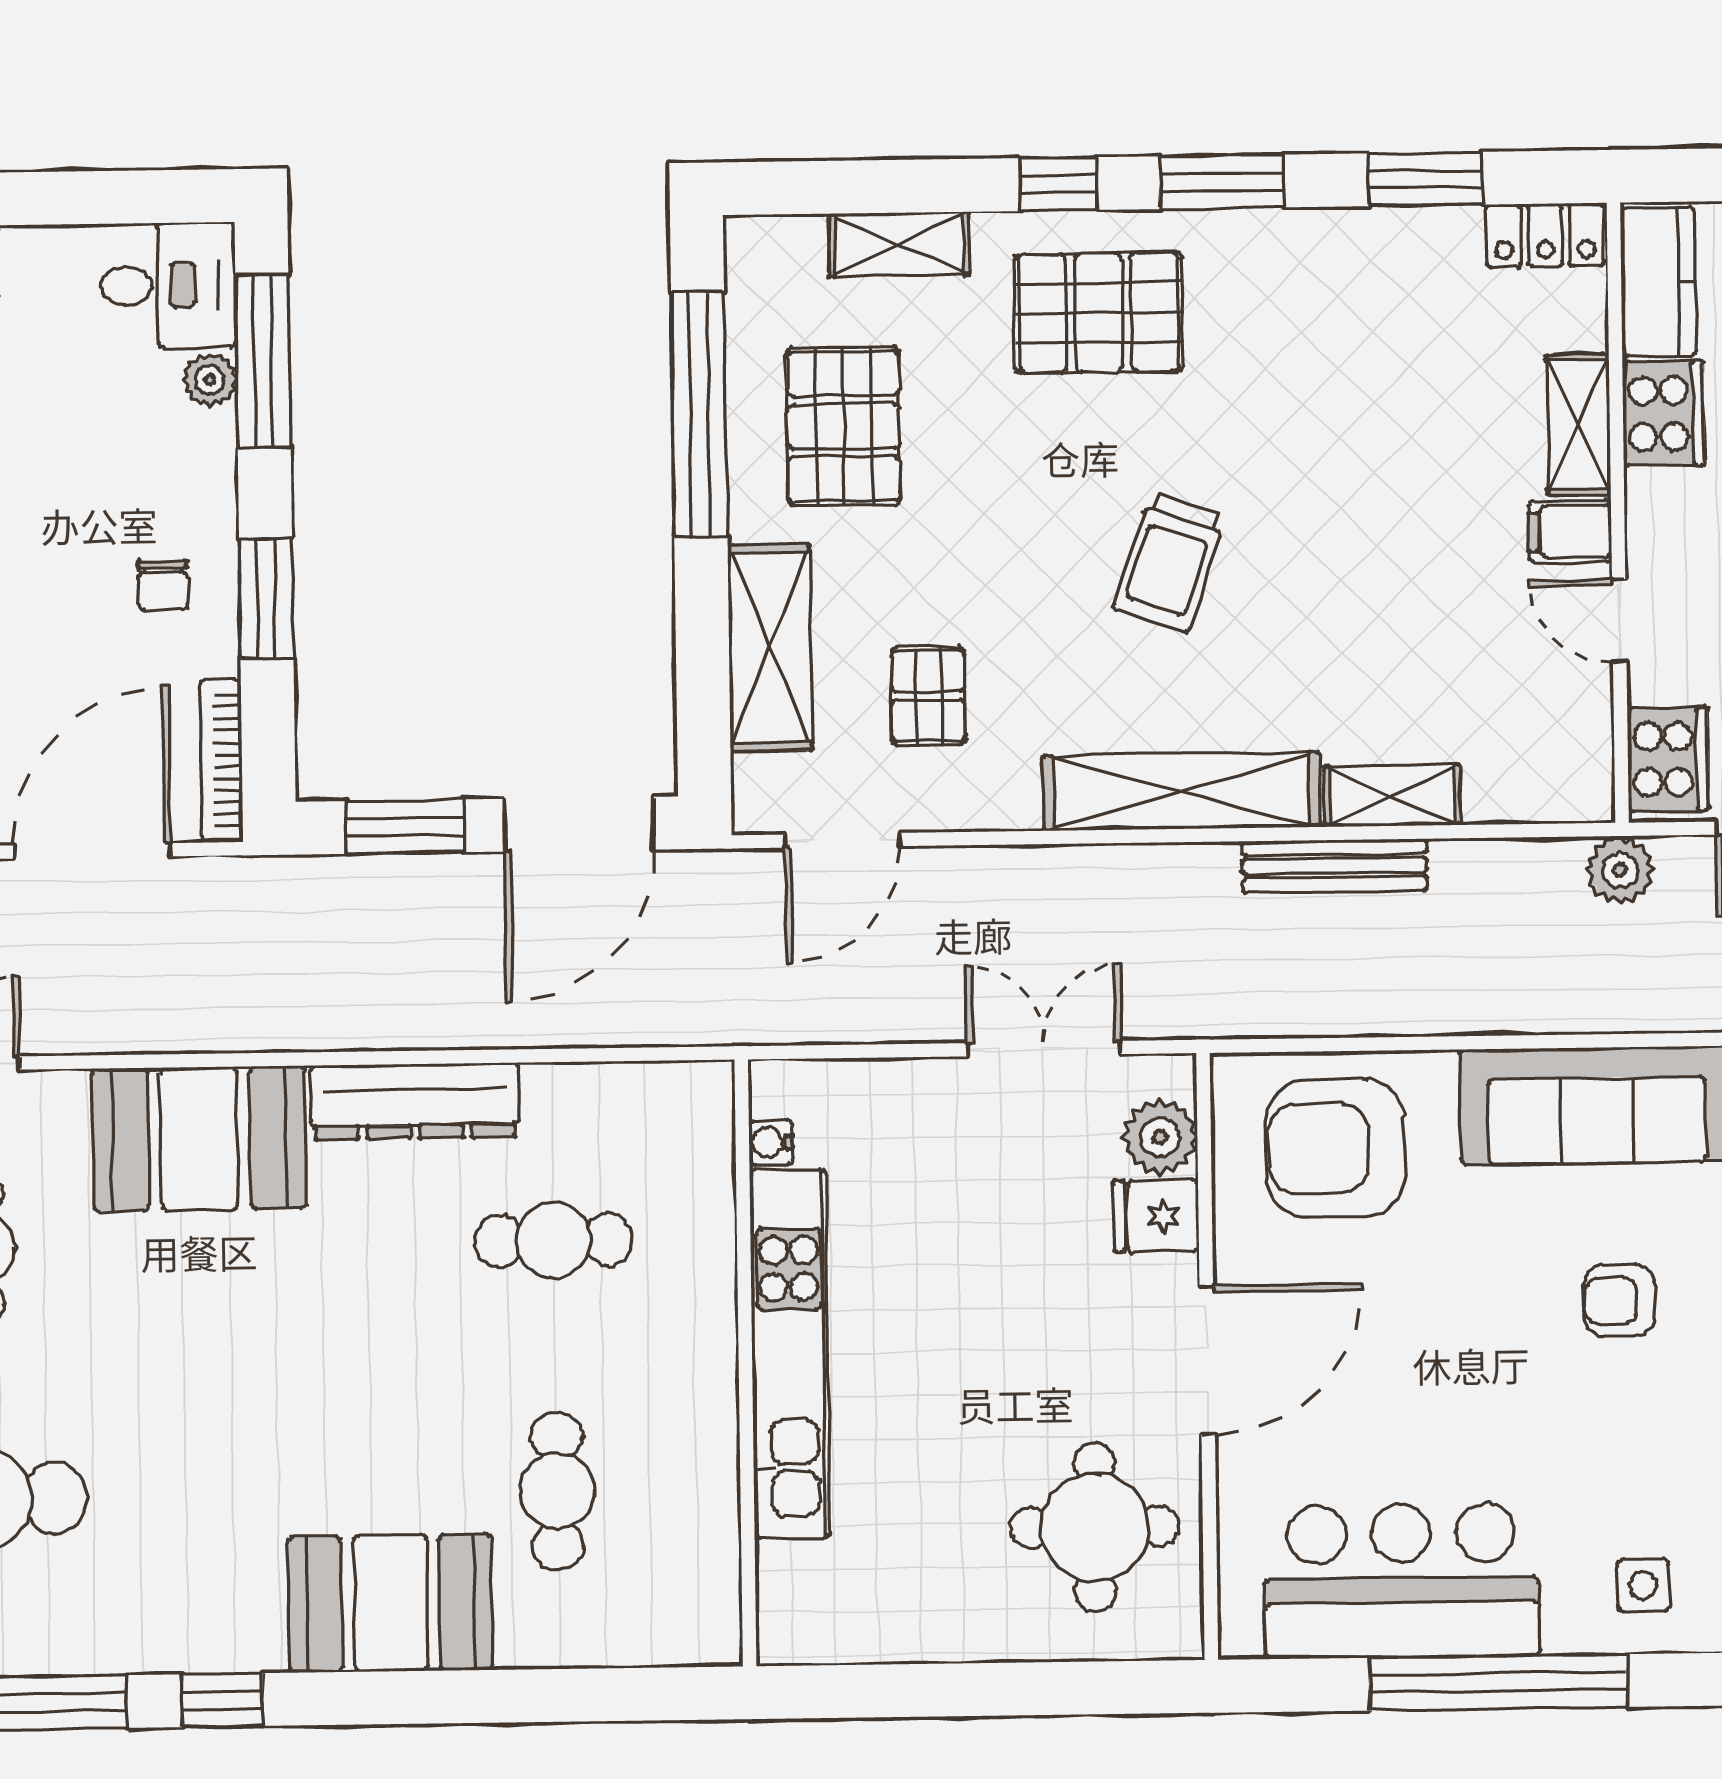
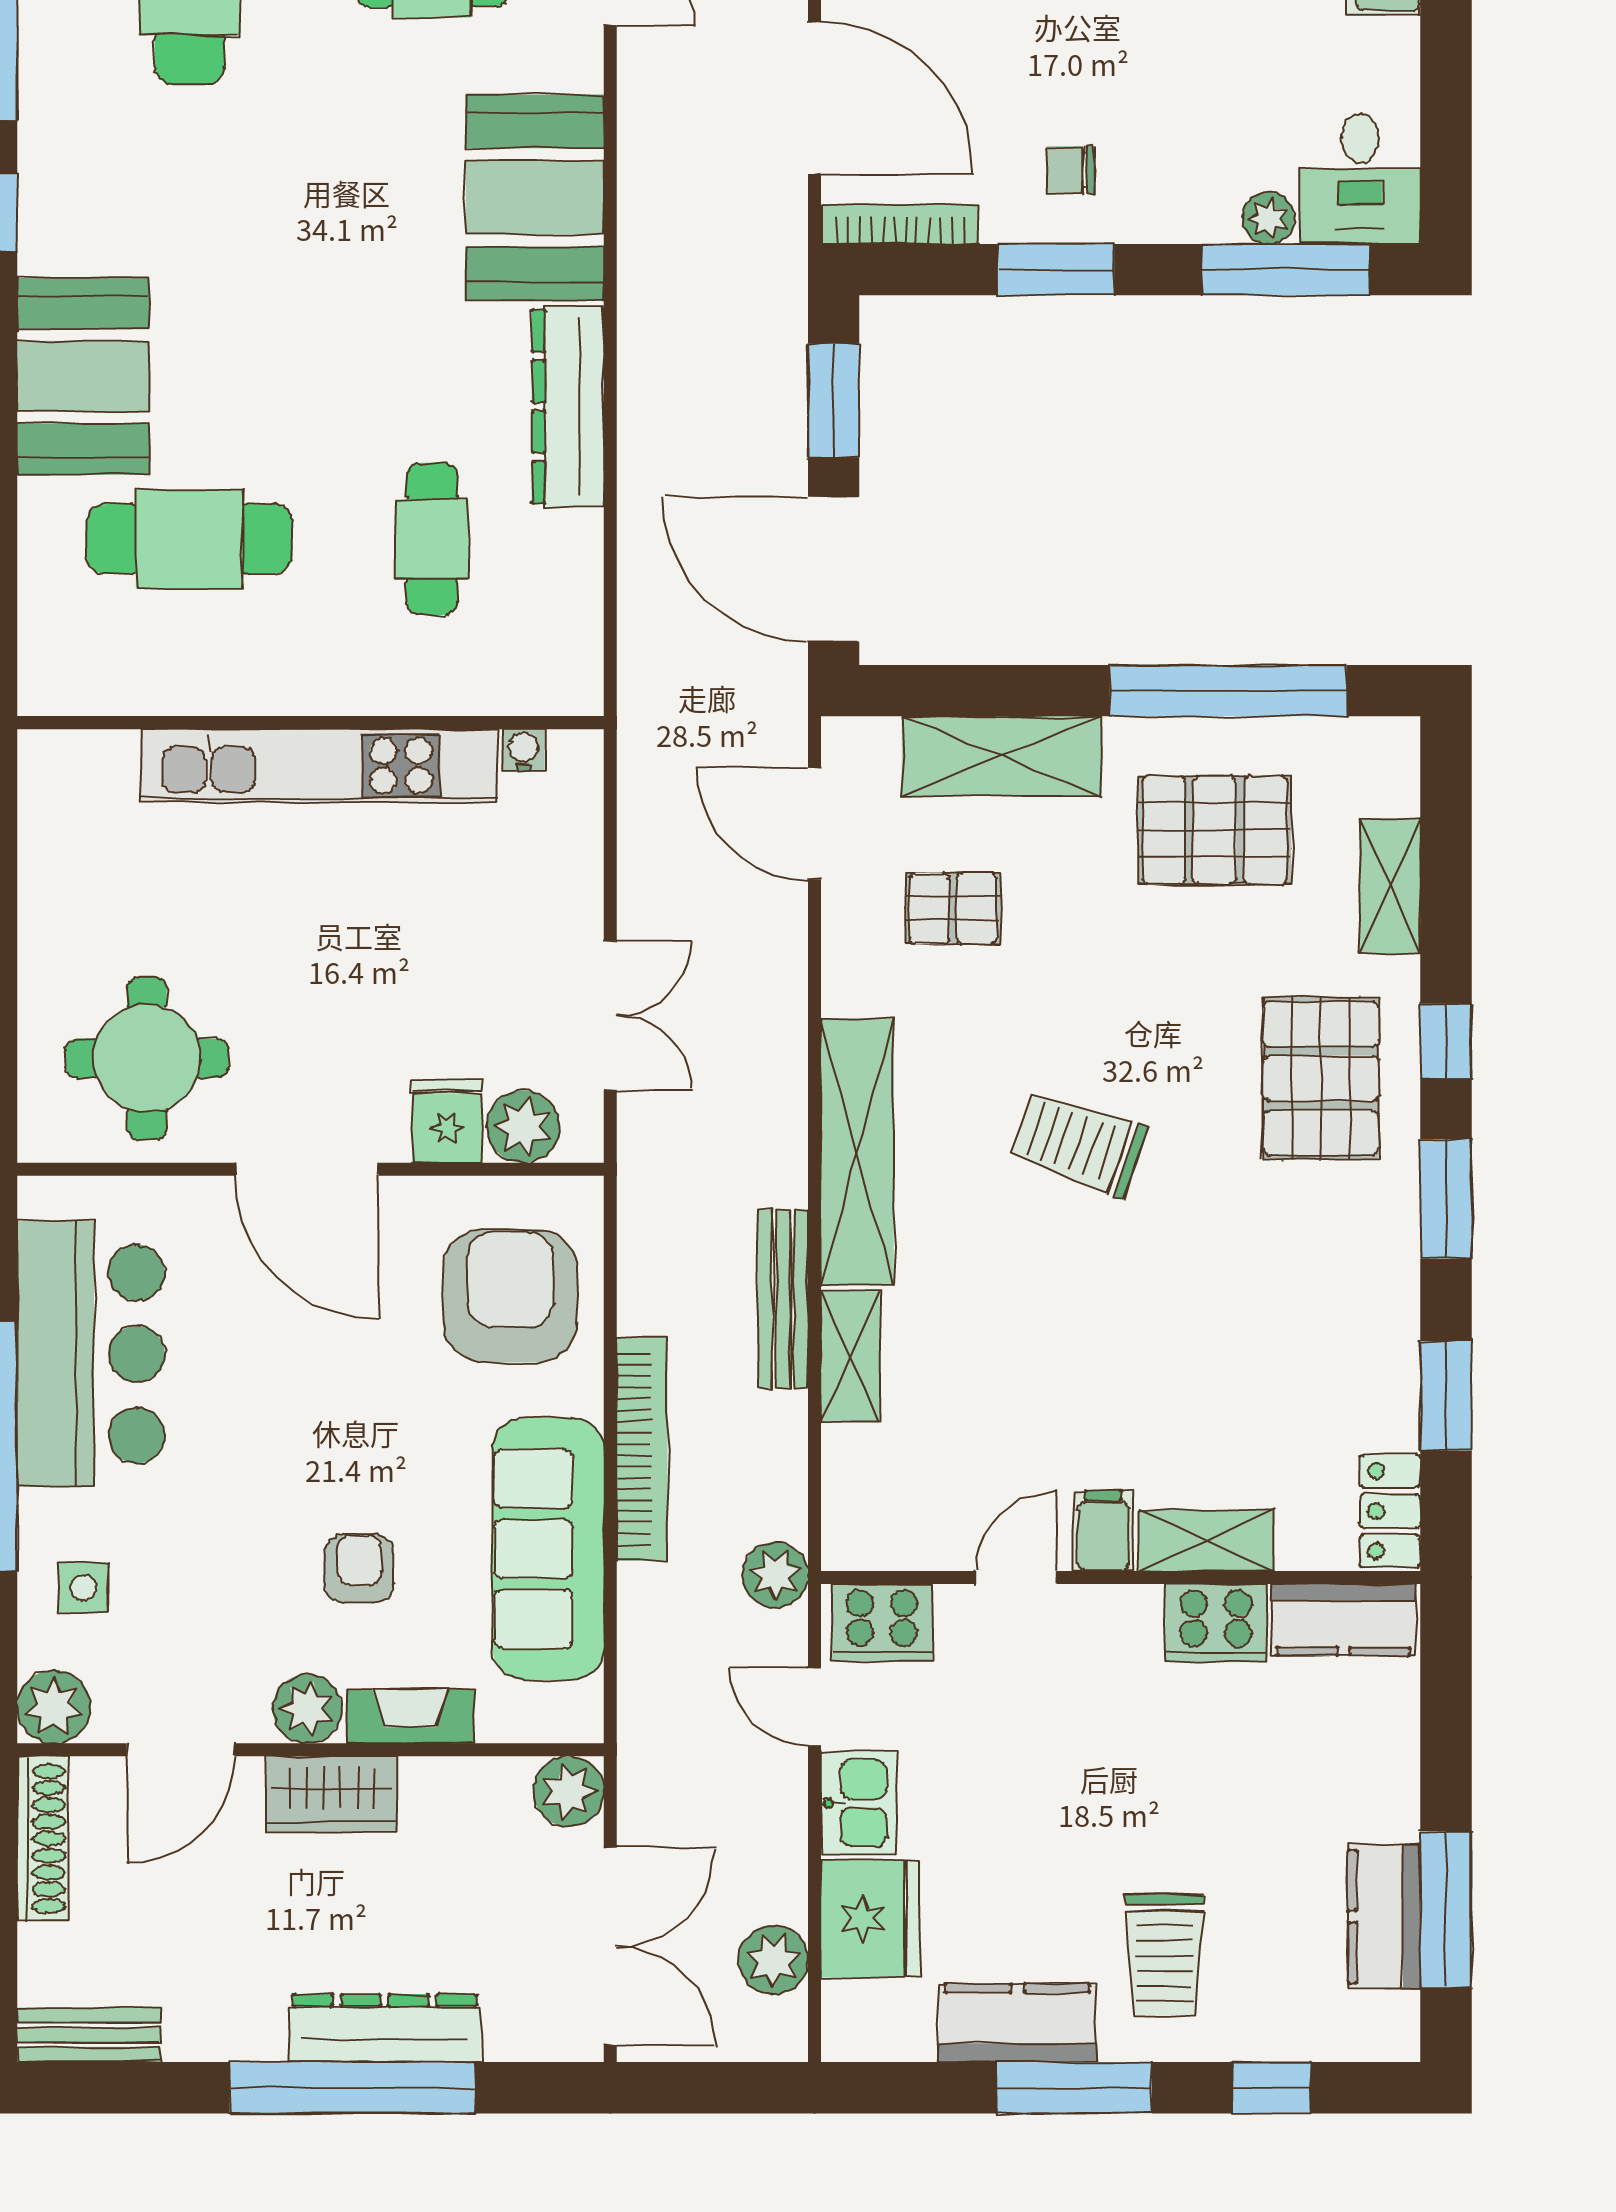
bookcase: (1492, 1010) -> (642, 1449), added
cafe table: (557, 1491) -> (189, 539), width x1.37, depth x1.35

